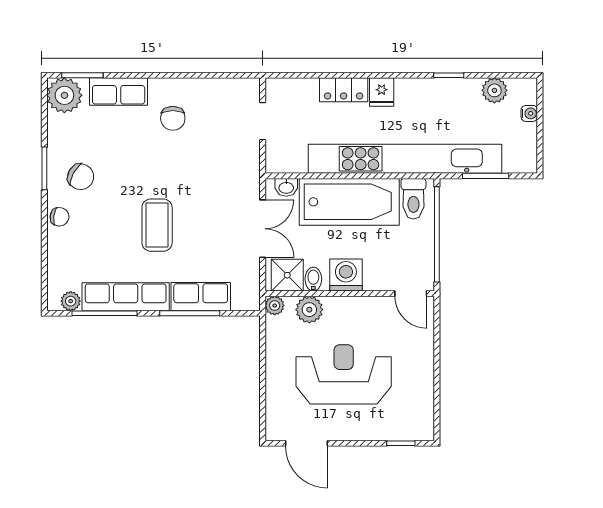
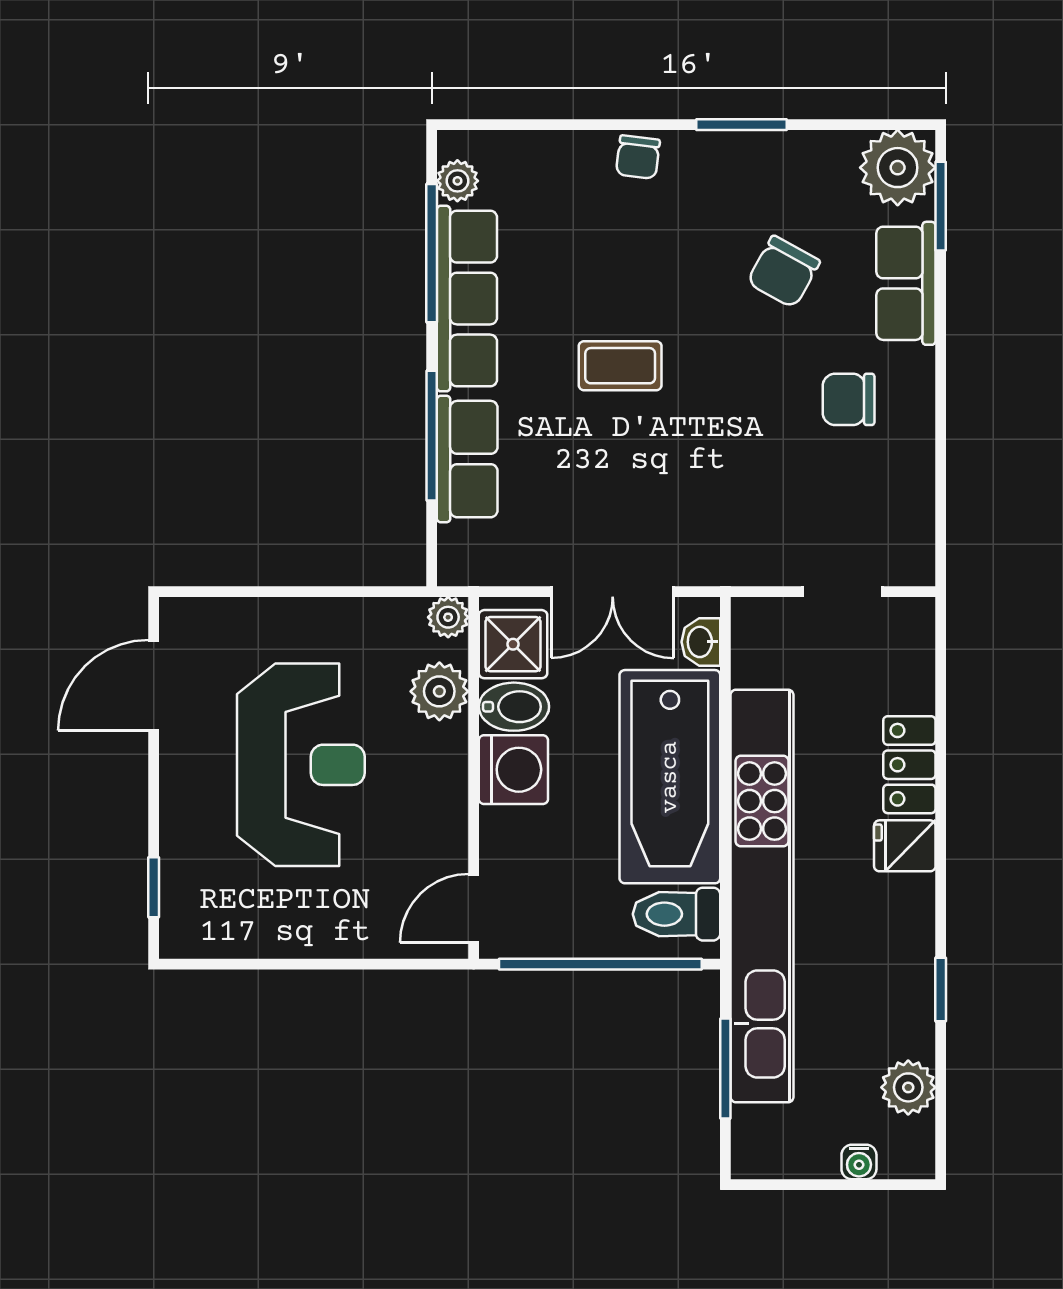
chair: (81, 177) -> (784, 272), moved
coffee table: (157, 225) -> (620, 366), width x0.73, depth x0.77
bidet: (313, 279) -> (514, 707), width x1.38, depth x1.36

